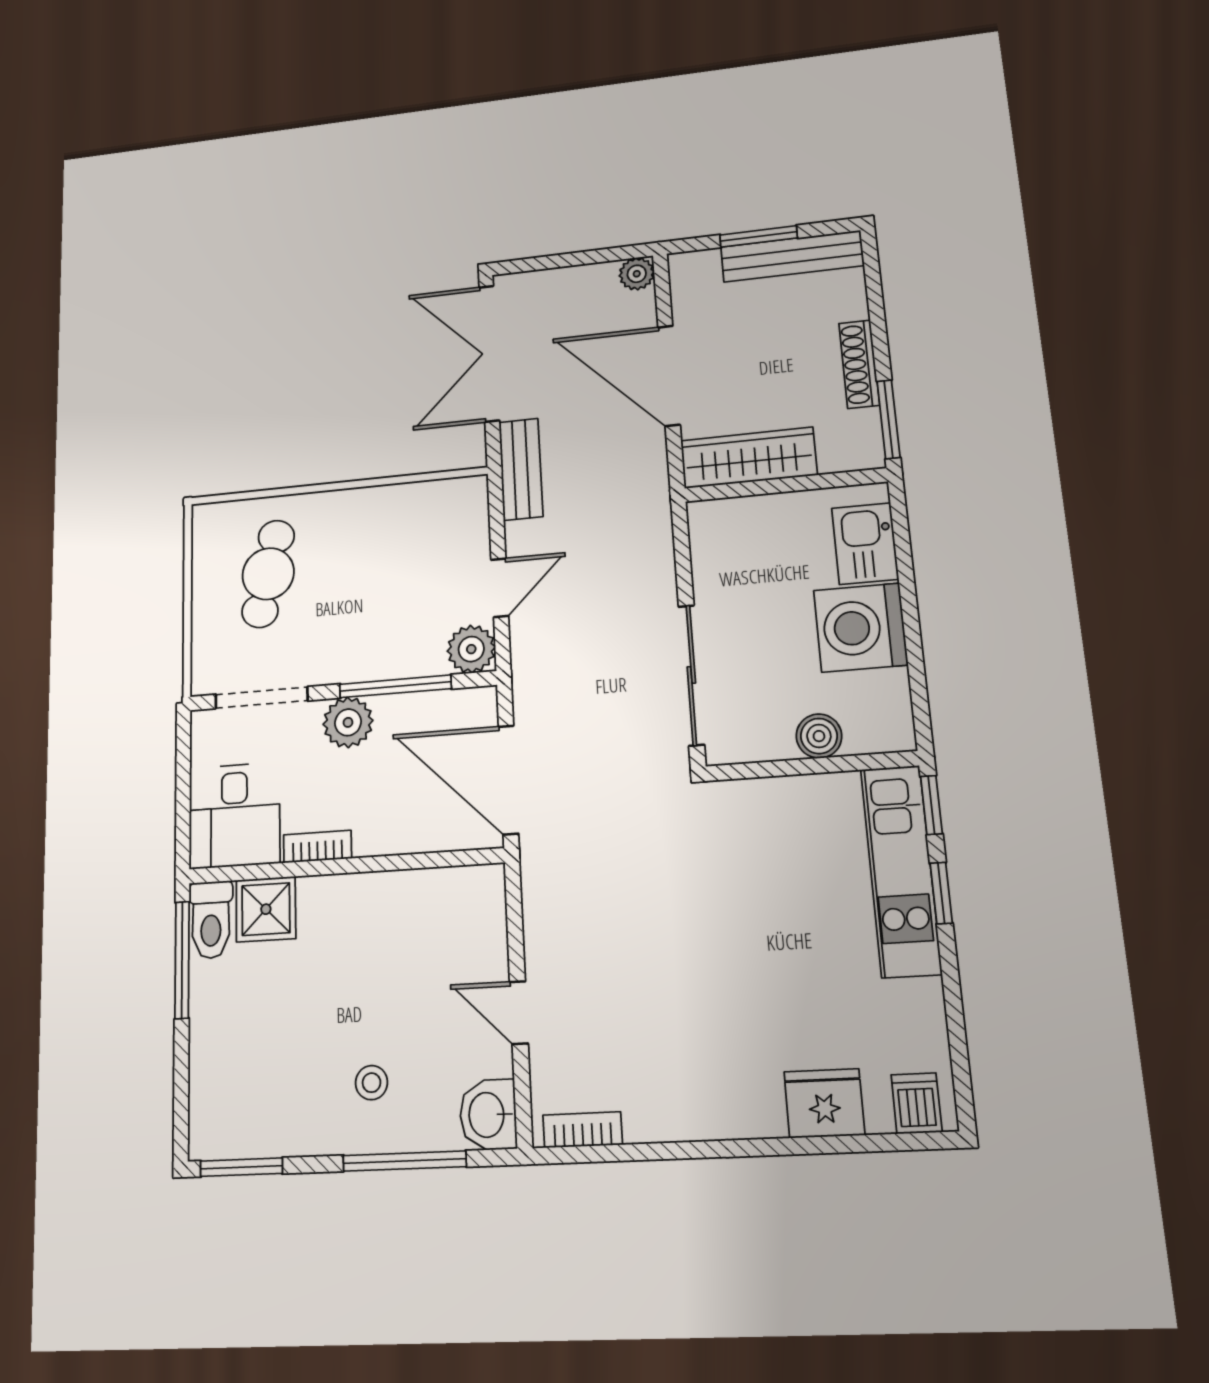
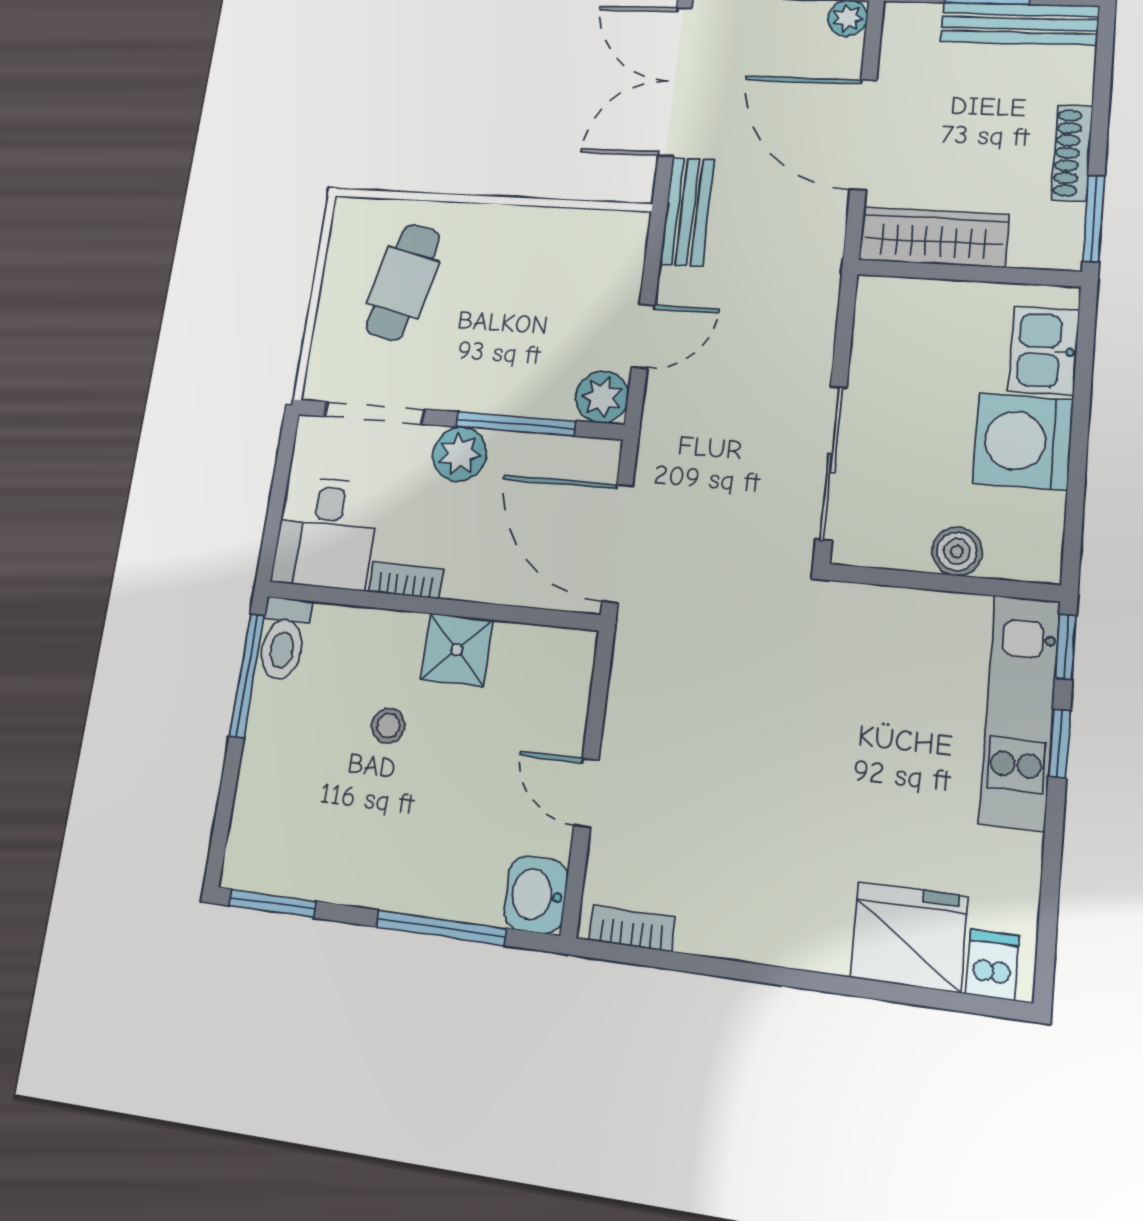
shower: (266, 909) -> (457, 650), moved
stool: (372, 1083) -> (388, 726), moved
fridge: (824, 1103) -> (909, 937), width x1.36, depth x1.34

